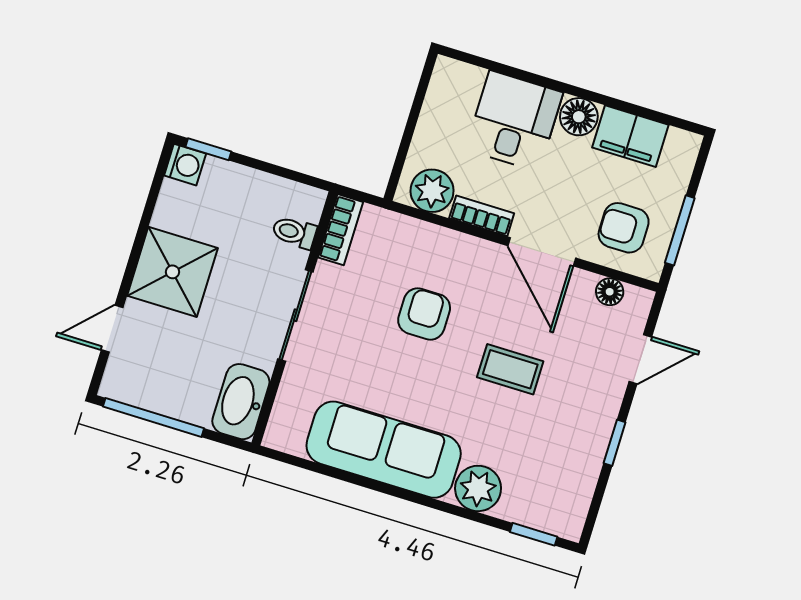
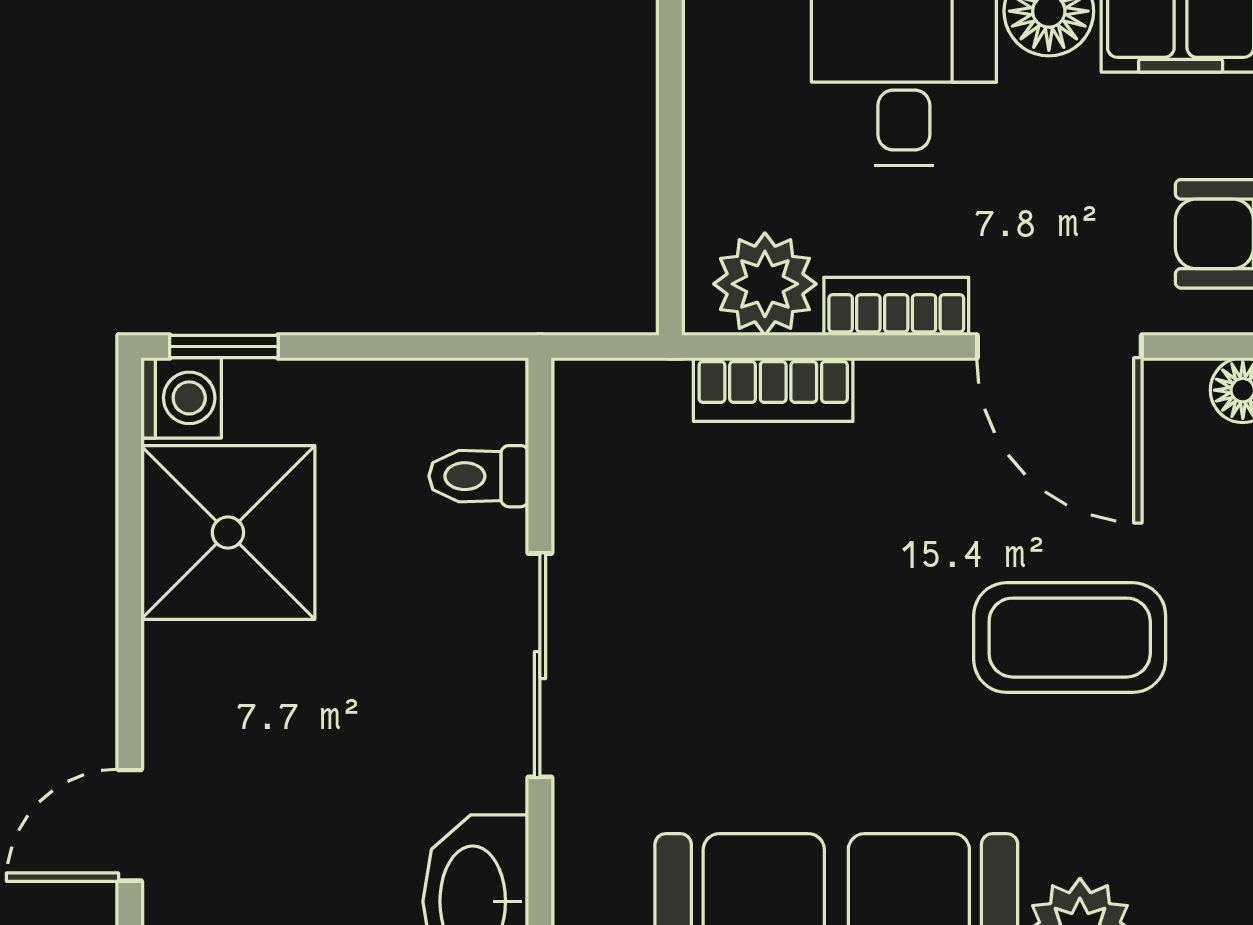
bookcase: (341, 230) -> (773, 390), moved, turned 90
shower: (172, 272) -> (228, 532), moved
armchair: (424, 314) -> (834, 572), removed
coffee table: (510, 369) -> (1070, 638), width x1.36, depth x1.30

